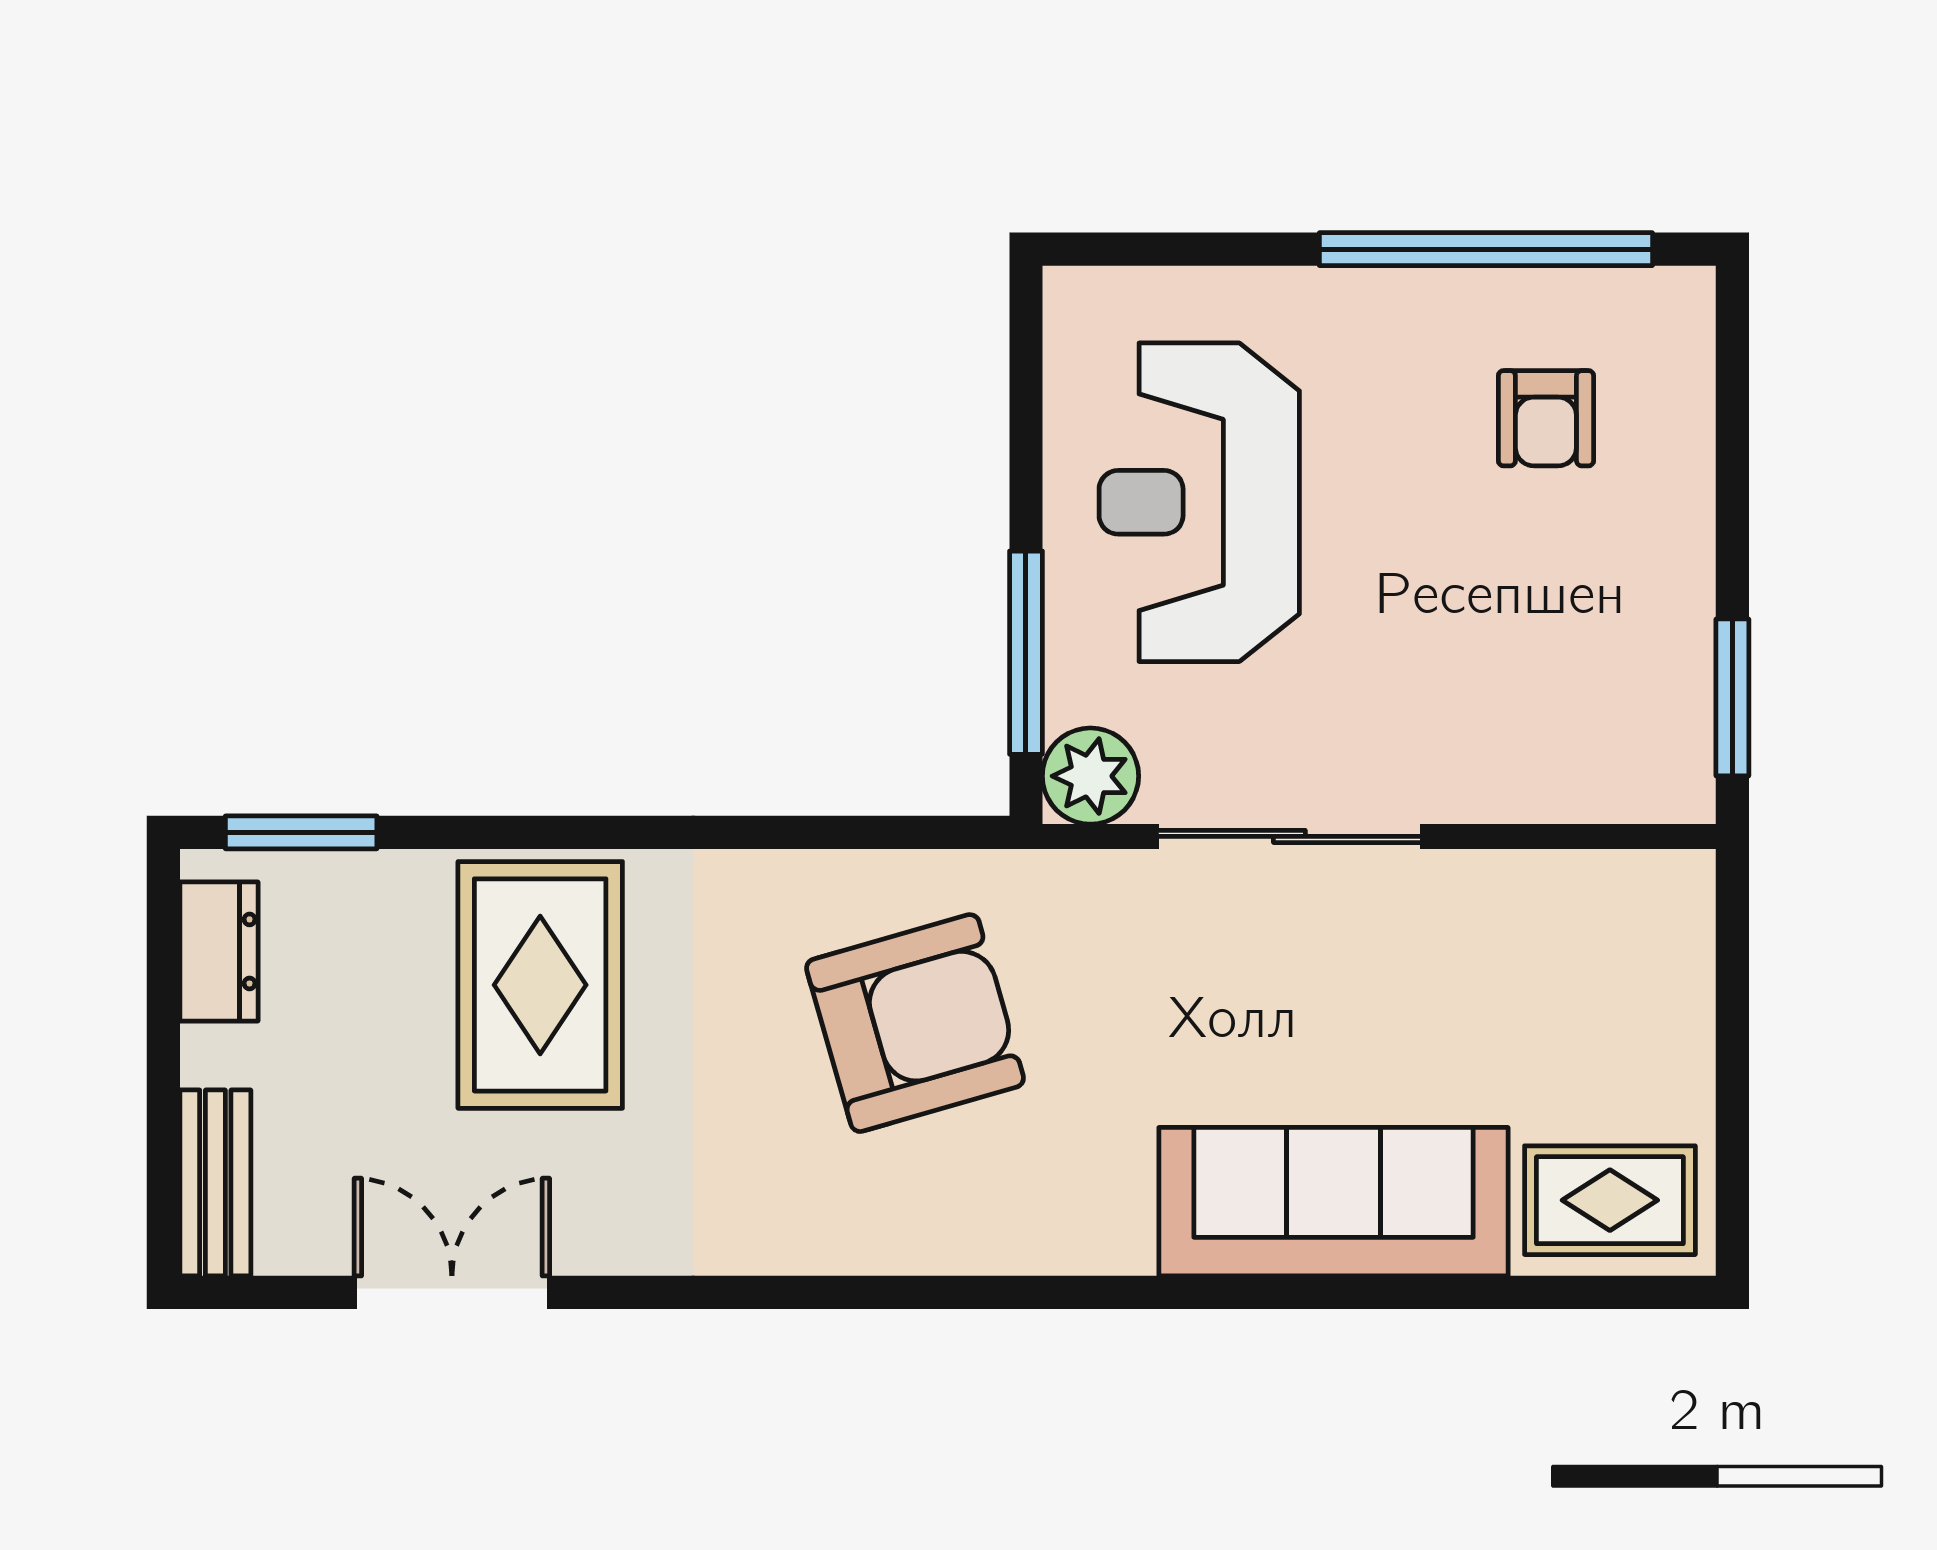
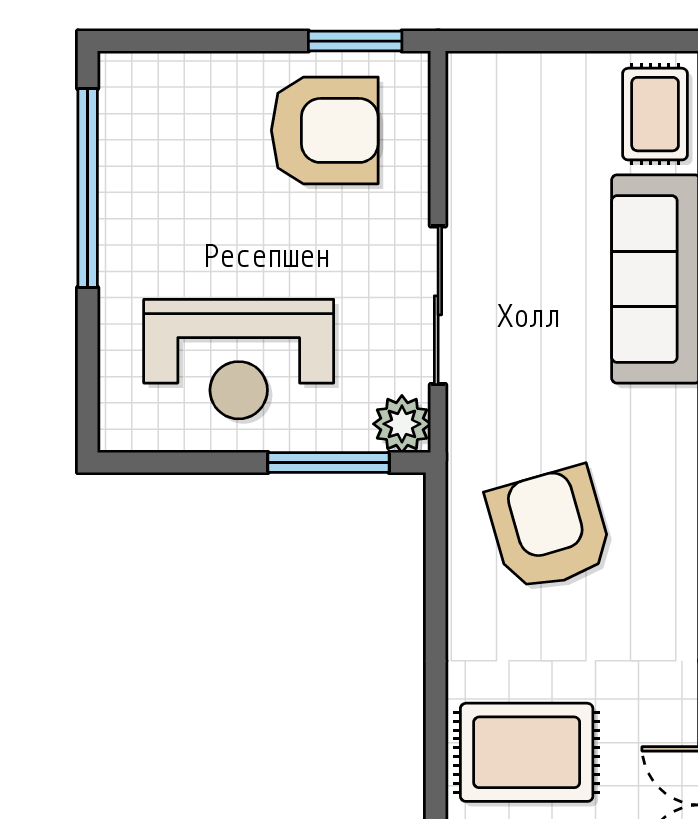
armchair: (1546, 418) -> (325, 130), moved, width x1.88, depth x1.88

